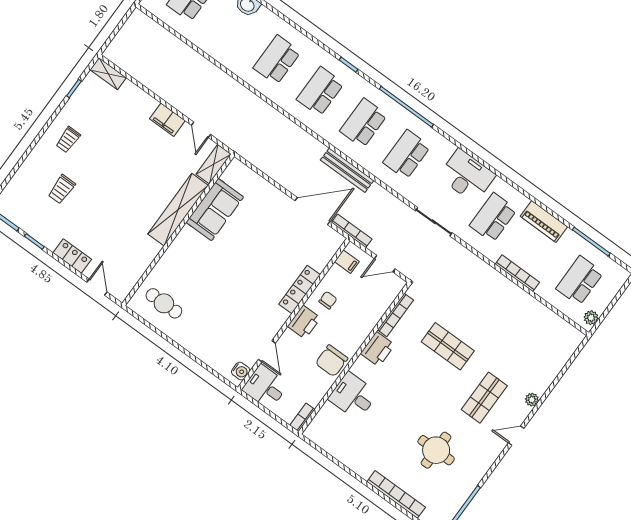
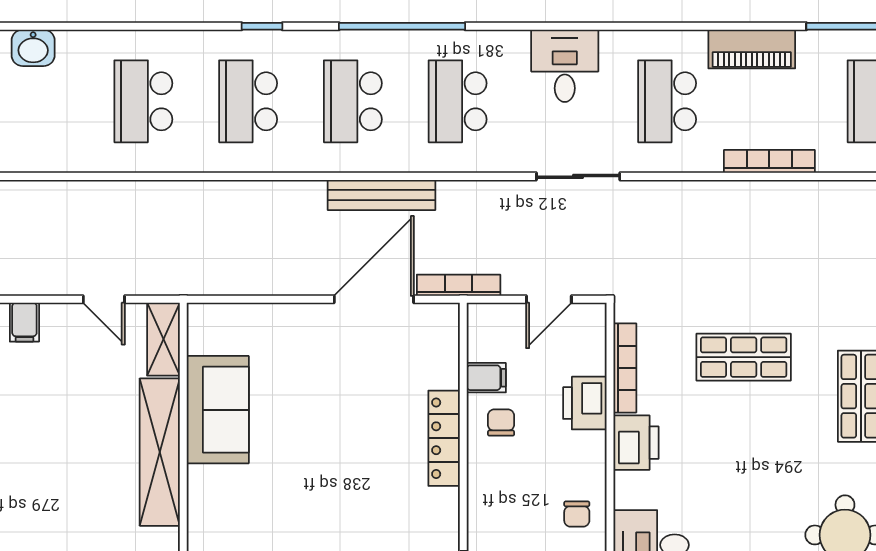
filing cabinet: (167, 120) -> (24, 322), width x0.50
desk: (467, 176) -> (565, 66), width x0.73
filing cabinet: (347, 262) -> (486, 378), moved
printer: (304, 322) -> (585, 403), moved, turned 180
chair: (332, 361) -> (577, 514), width x0.54, depth x0.54

